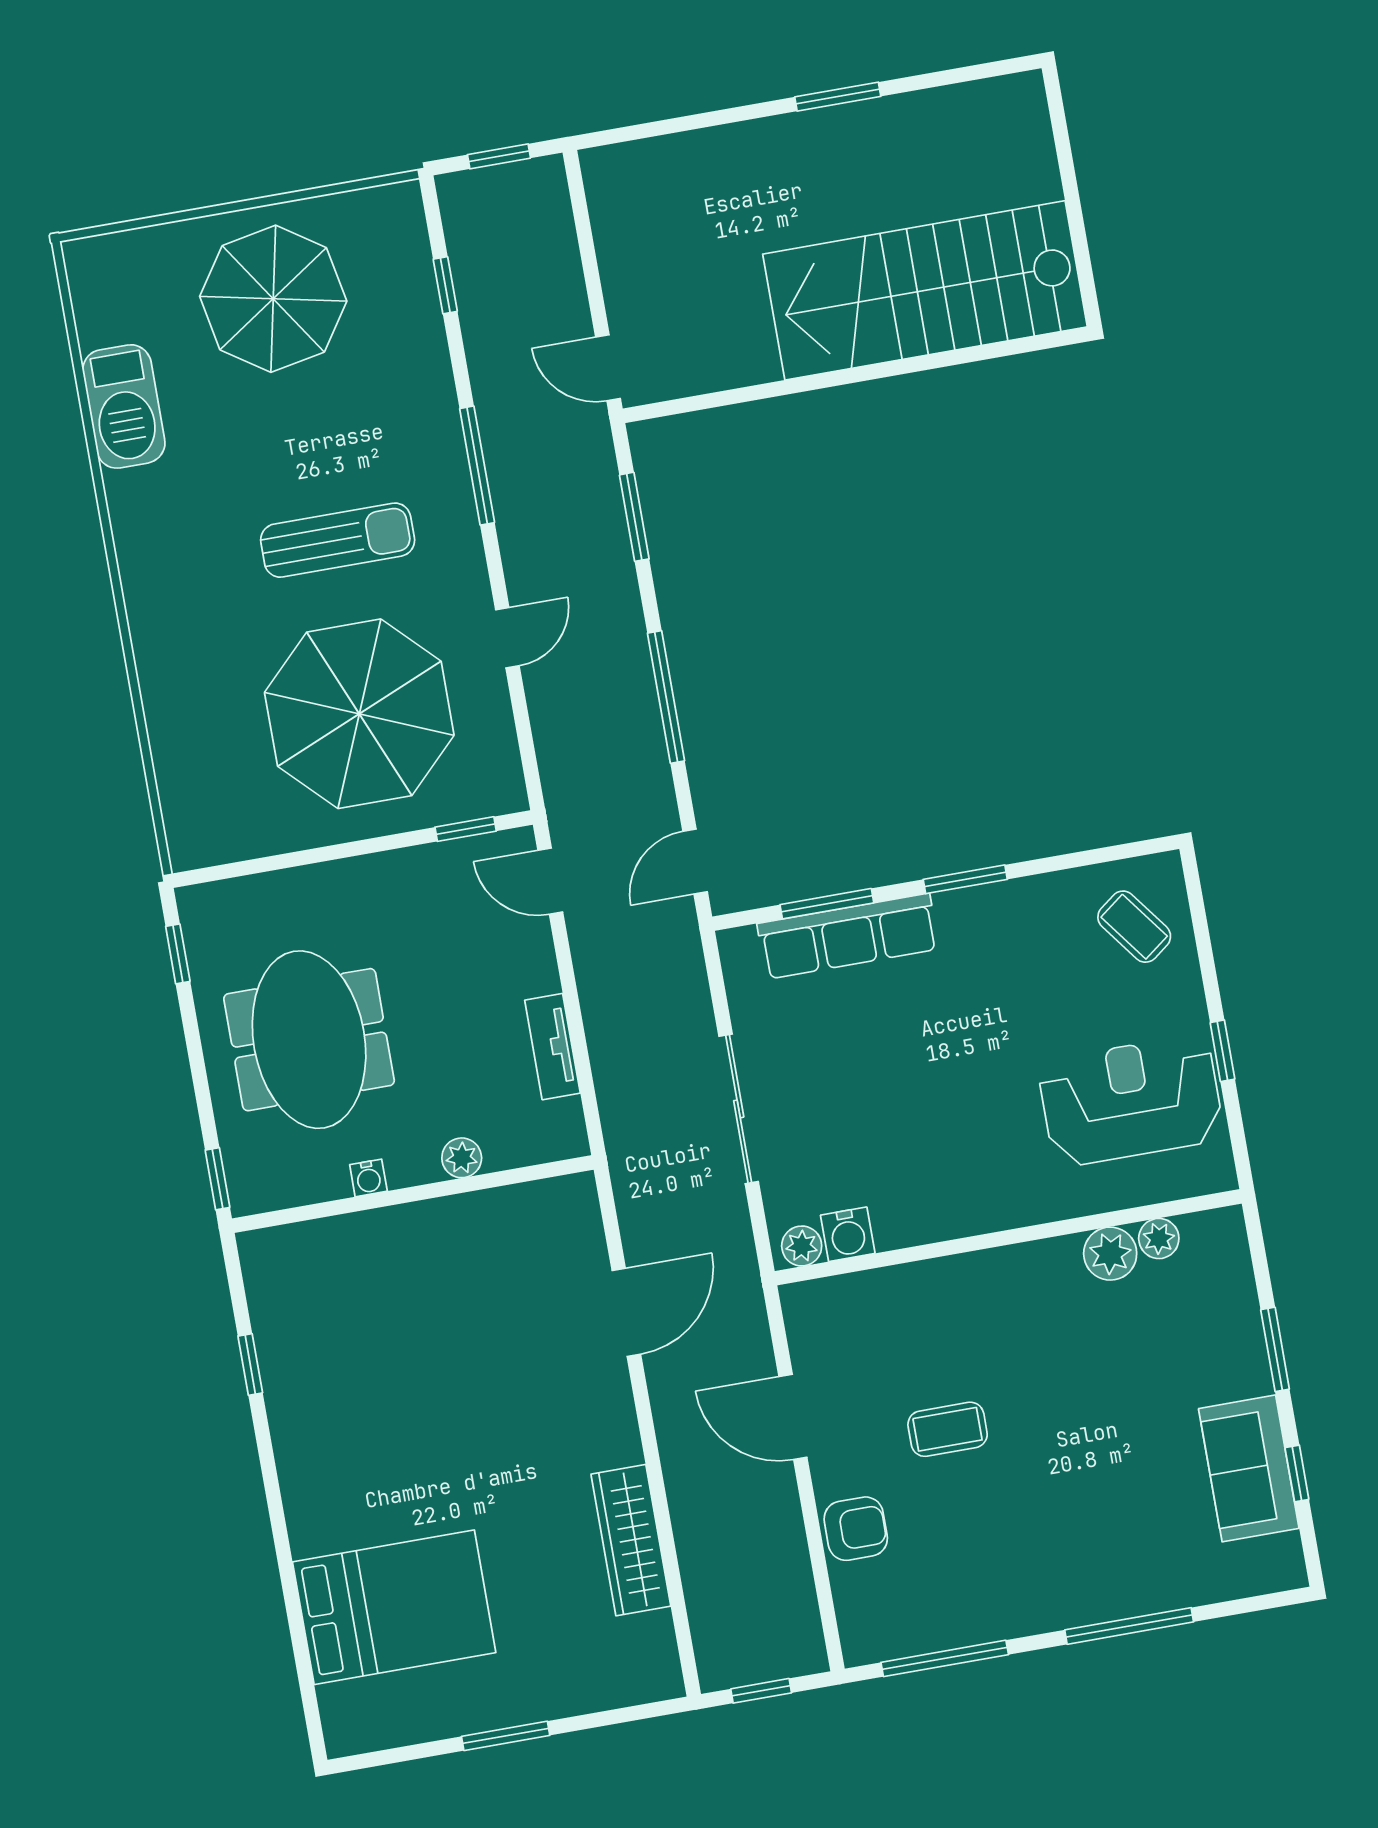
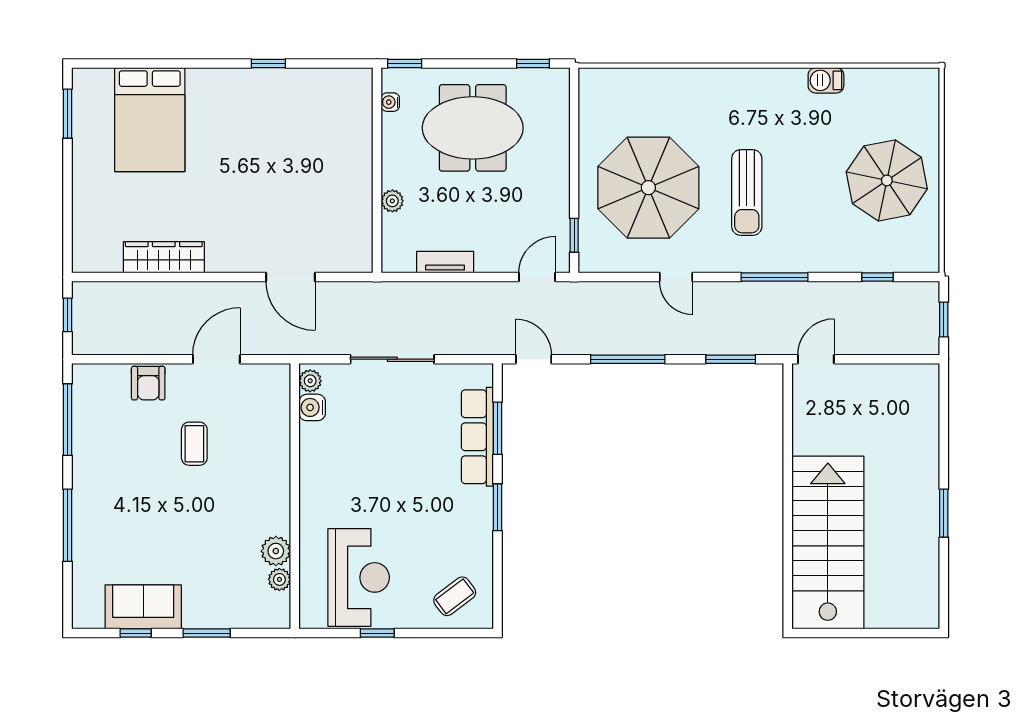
barbecue: (124, 406) -> (826, 80), width x0.53, depth x0.65
water cooler: (368, 1178) -> (390, 102), moved
window: (250, 1364) -> (268, 64), moved
window: (506, 1736) -> (68, 114), moved

